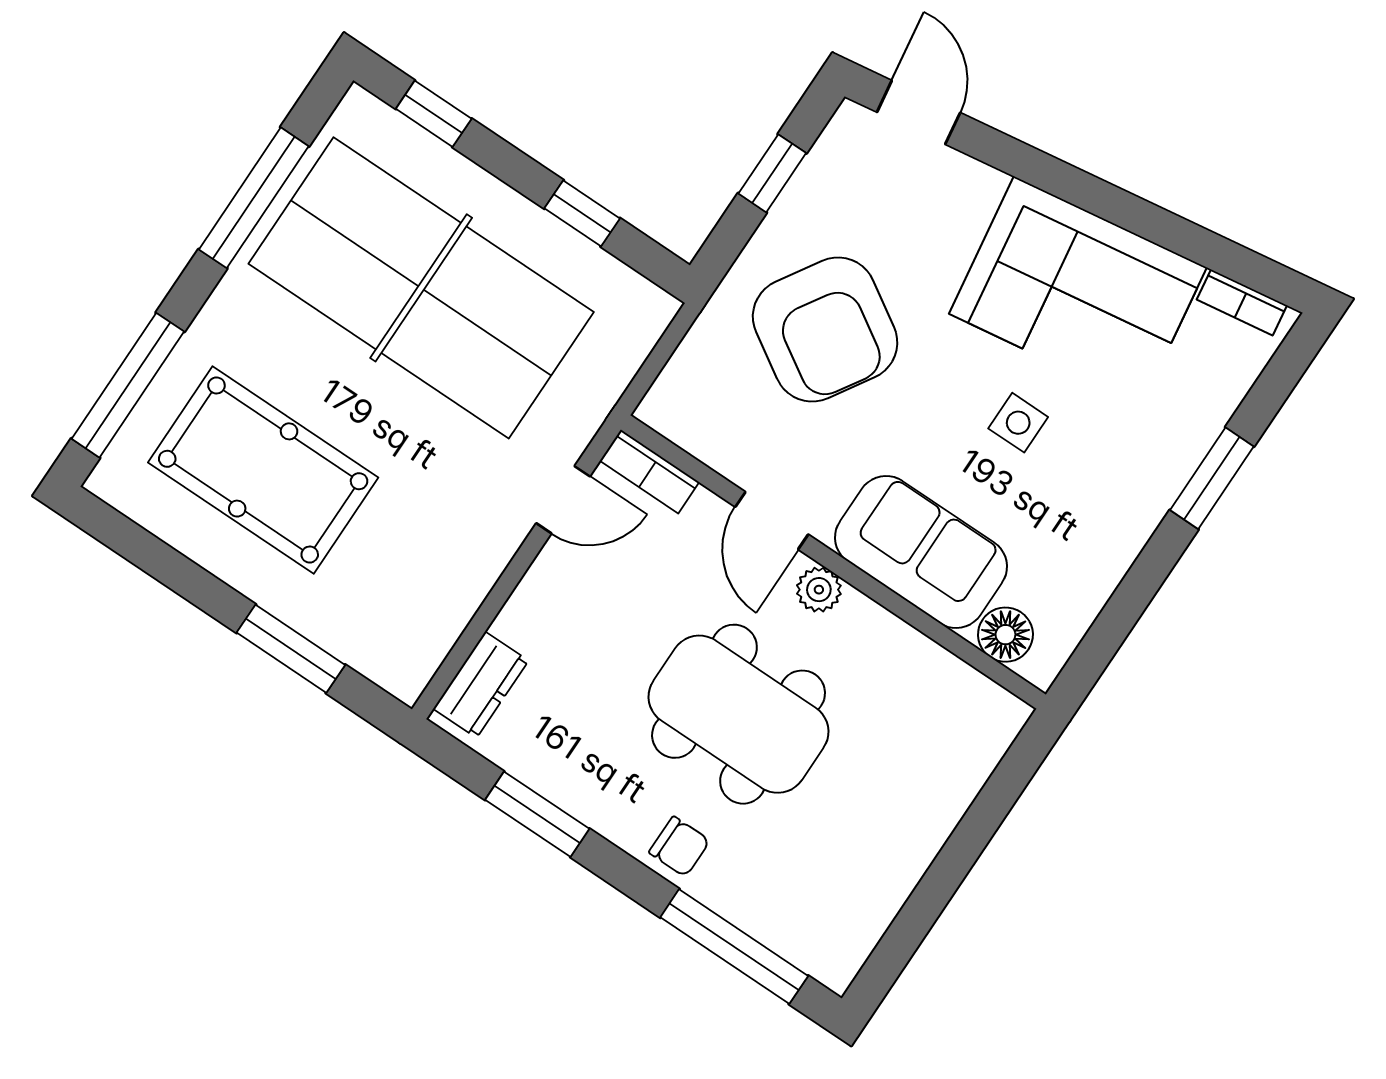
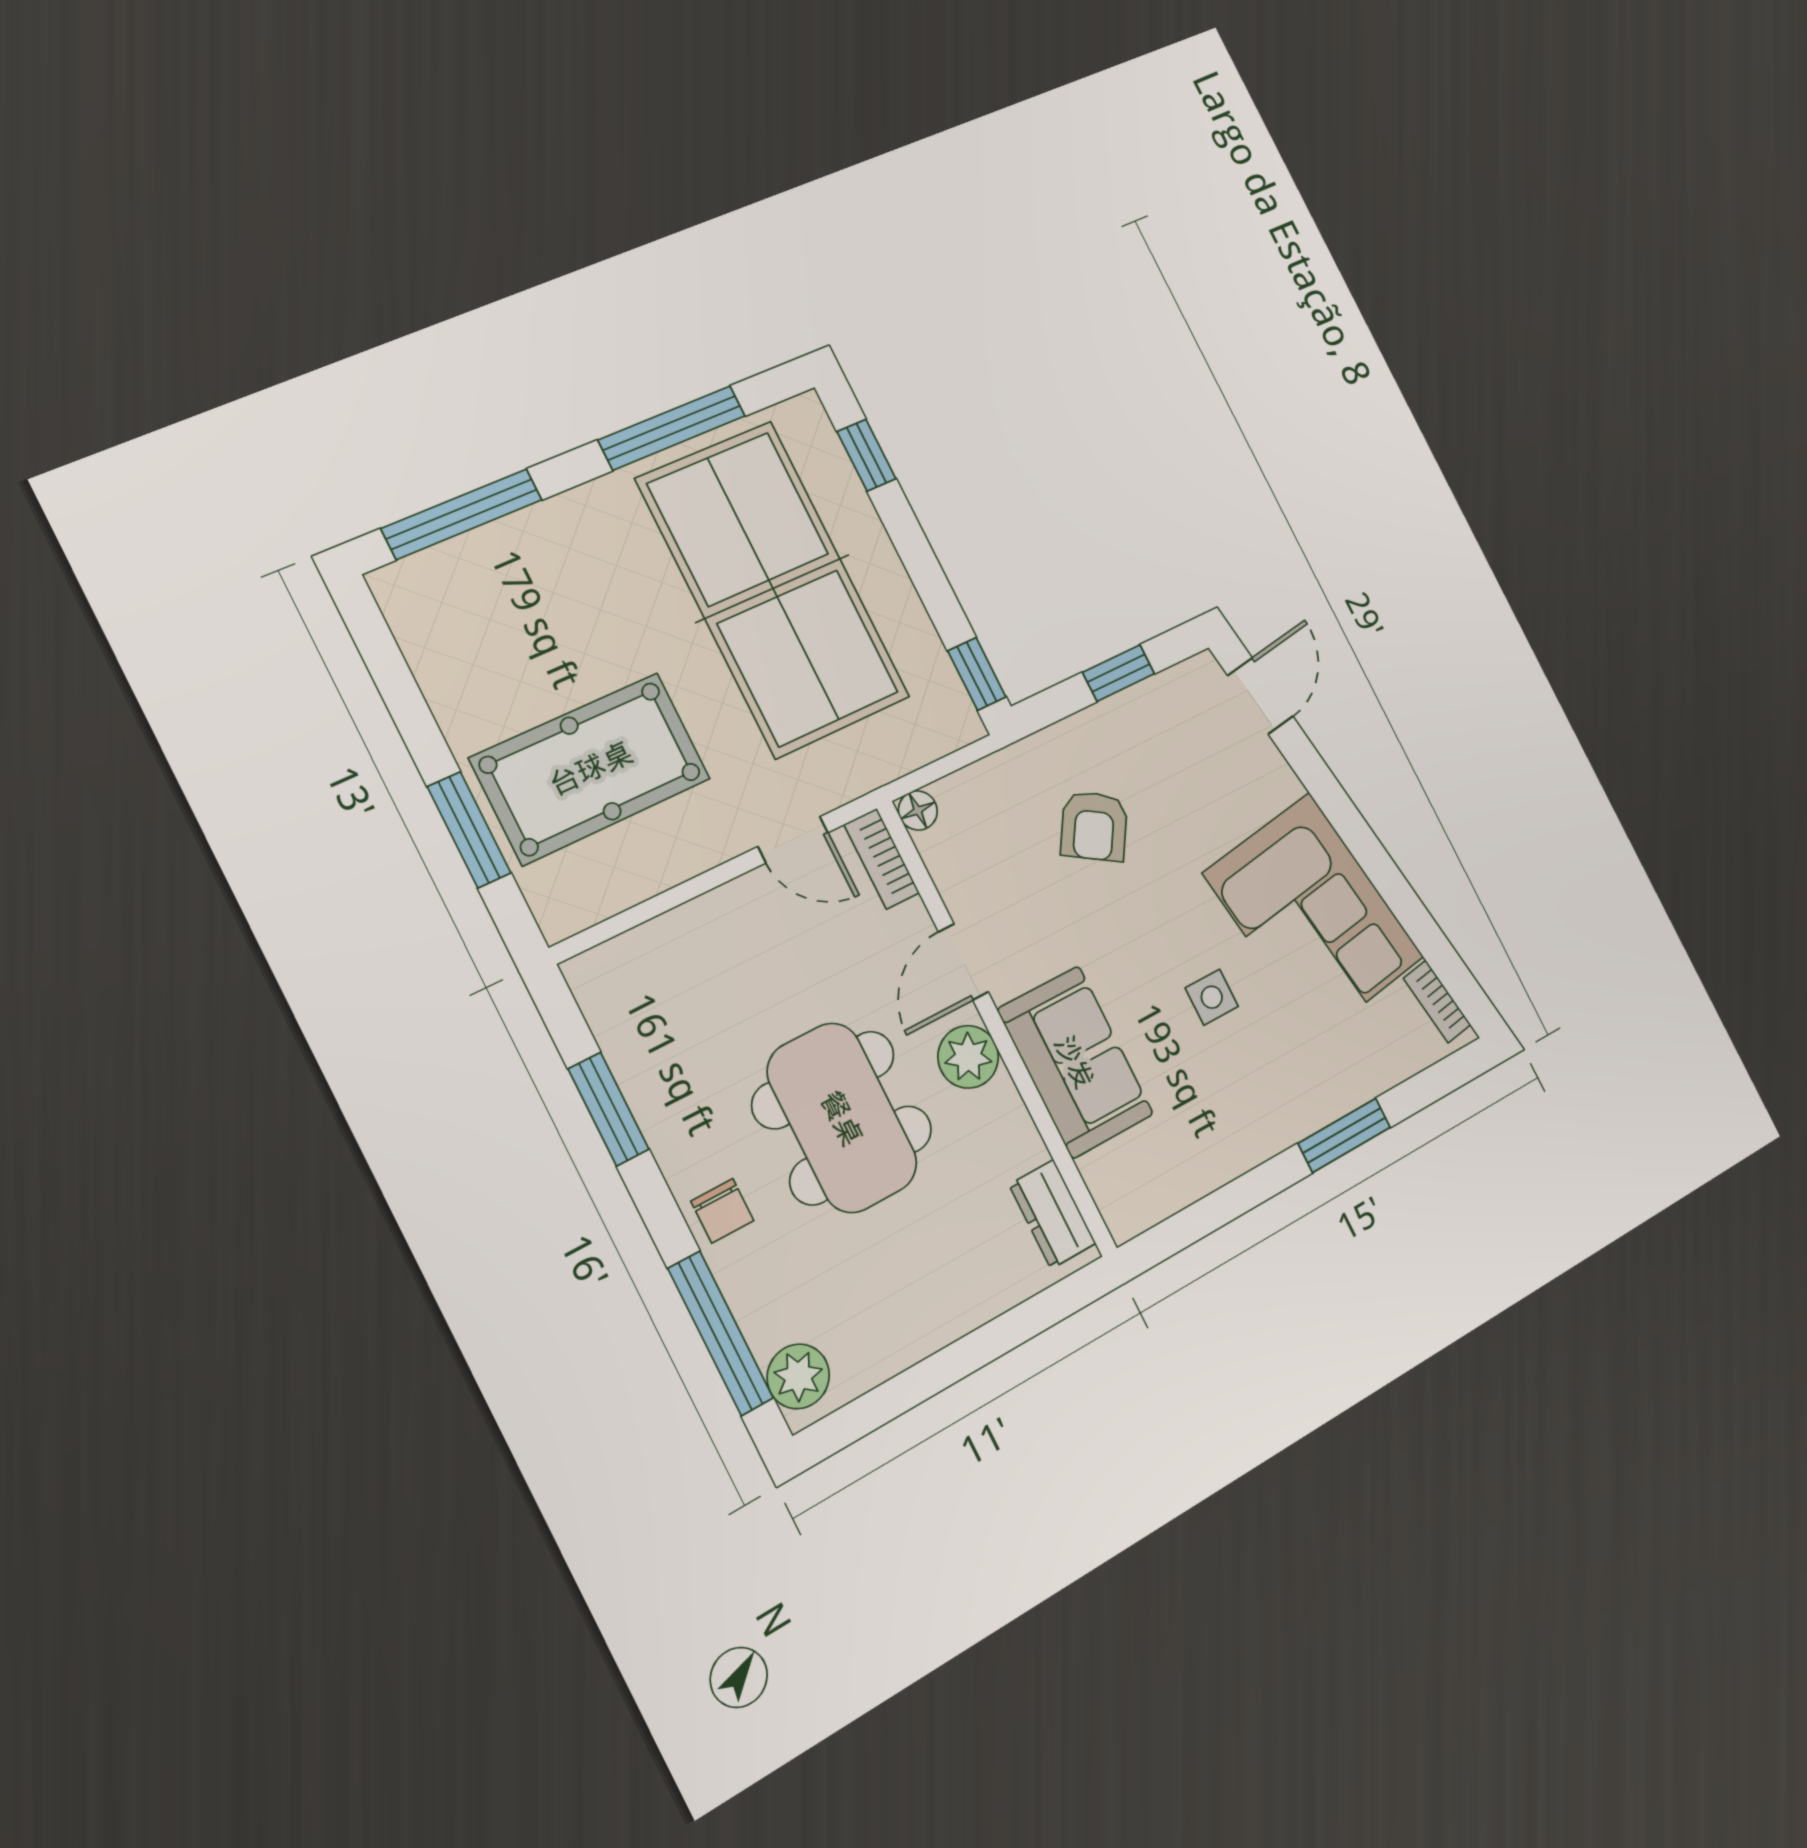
window: (582, 213) -> (977, 674), moved
armchair: (825, 330) -> (1094, 826), width x0.53, depth x0.53
pool table: (263, 470) -> (591, 768), moved, turned 90
plant: (819, 590) -> (968, 1057), width x1.38, depth x1.38
floor lamp: (1005, 635) -> (918, 810), moved, width x0.73, depth x0.73
dresser: (481, 685) -> (1052, 1214), moved, turned 90
plant: (820, 948) -> (798, 1376), added

